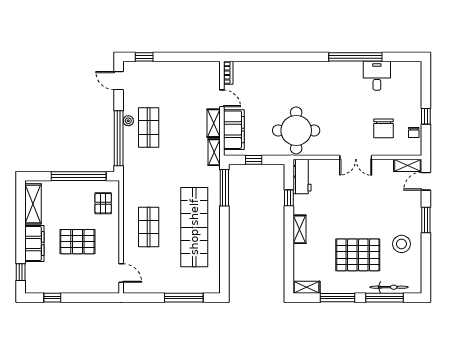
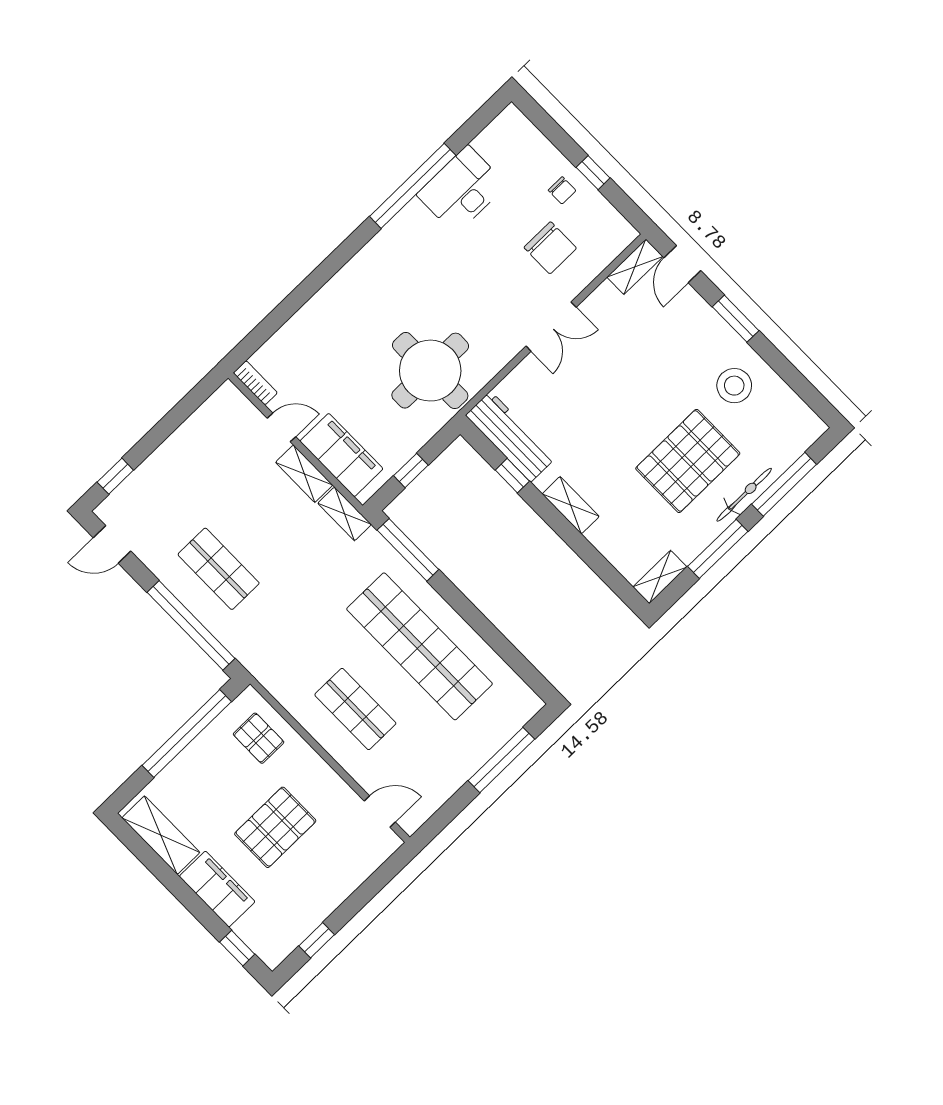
desk: (377, 76) -> (462, 190), width x1.37
plant: (128, 121) -> (181, 587), removed
chair: (414, 132) -> (562, 190), moved
workbench: (302, 176) -> (511, 437), width x1.38
bicycle: (389, 287) -> (744, 495), moved

